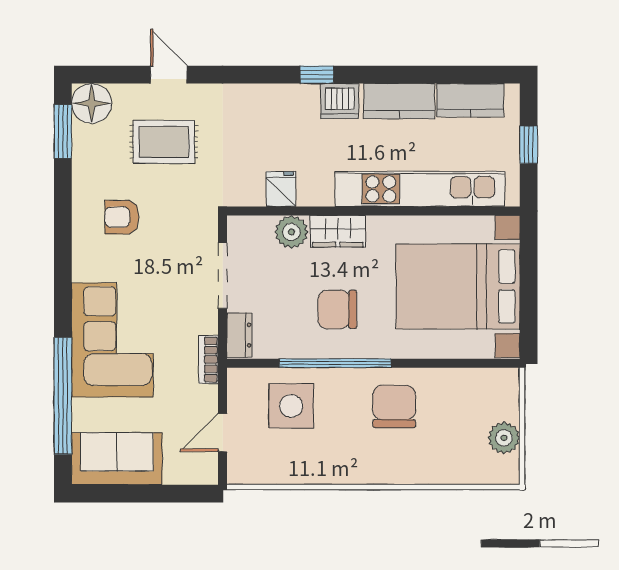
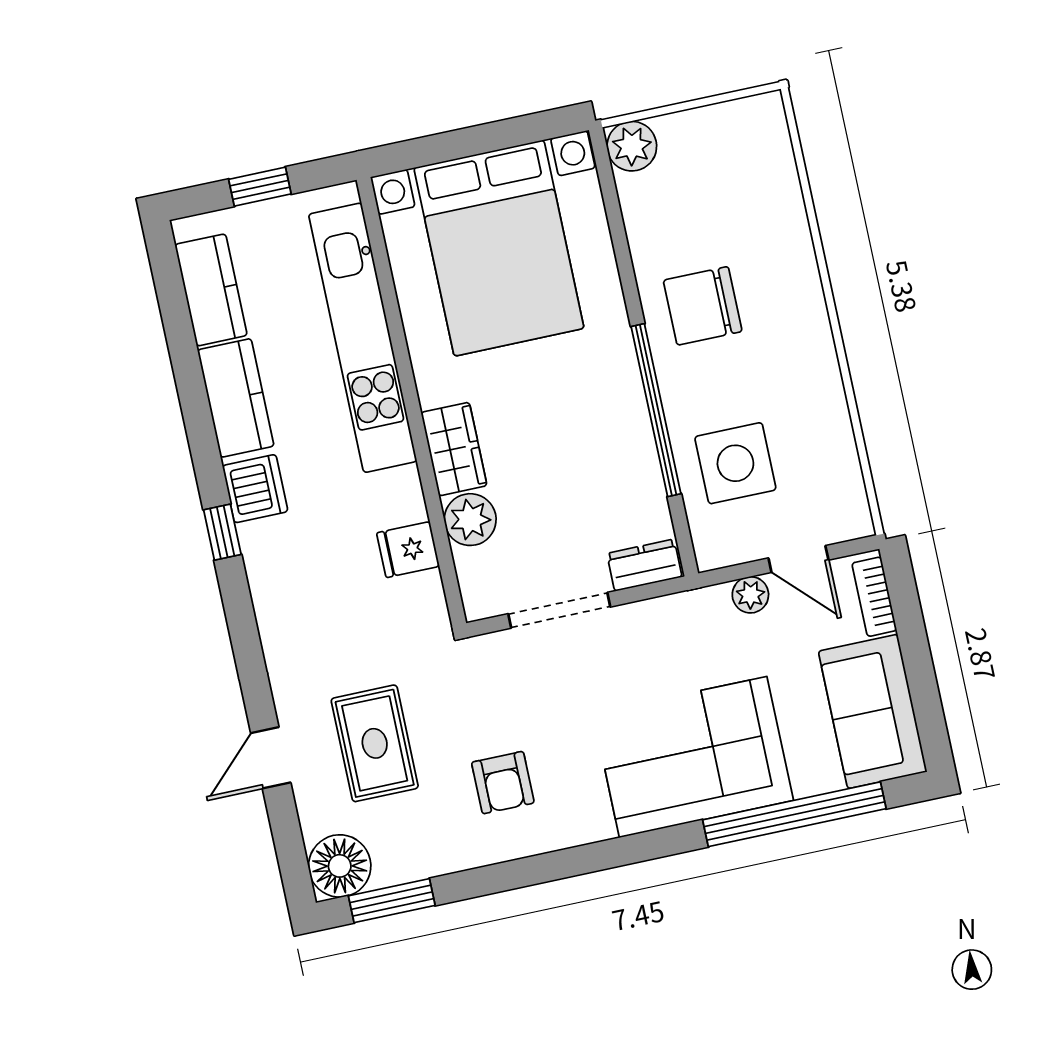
chair: (337, 309) -> (573, 424), removed
bookcase: (208, 359) -> (874, 597), moved, turned 90
plant: (207, 398) -> (750, 595), added
plant: (504, 438) -> (632, 146), moved

